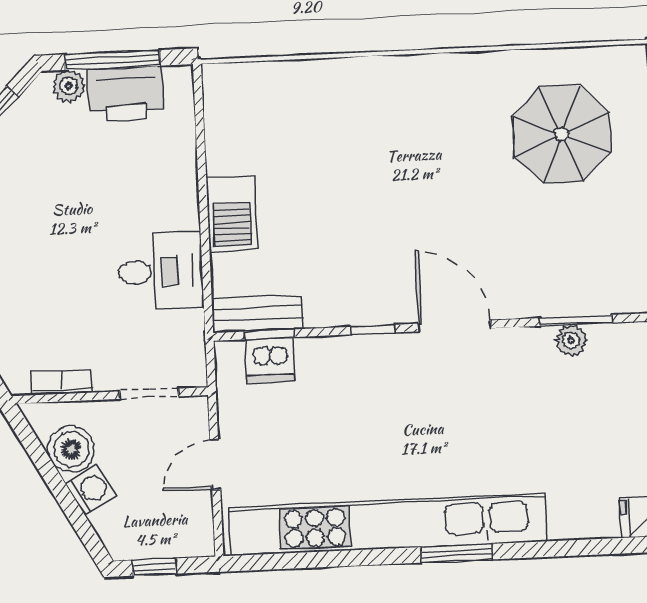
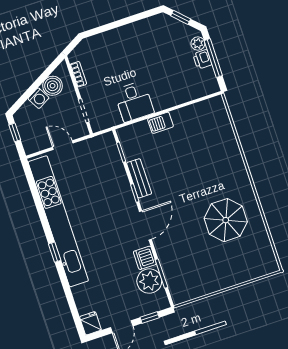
printer: (126, 94) -> (202, 59), width x0.53, depth x0.68
parasol: (562, 134) -> (226, 220), moved
barbecue: (232, 214) -> (161, 123), width x0.73, depth x0.79
bench: (257, 314) -> (139, 178), moved
plant: (571, 340) -> (149, 281), width x1.87, depth x1.87
dishwasher: (270, 360) -> (145, 258), moved
window: (457, 553) -> (55, 252), width x0.67

